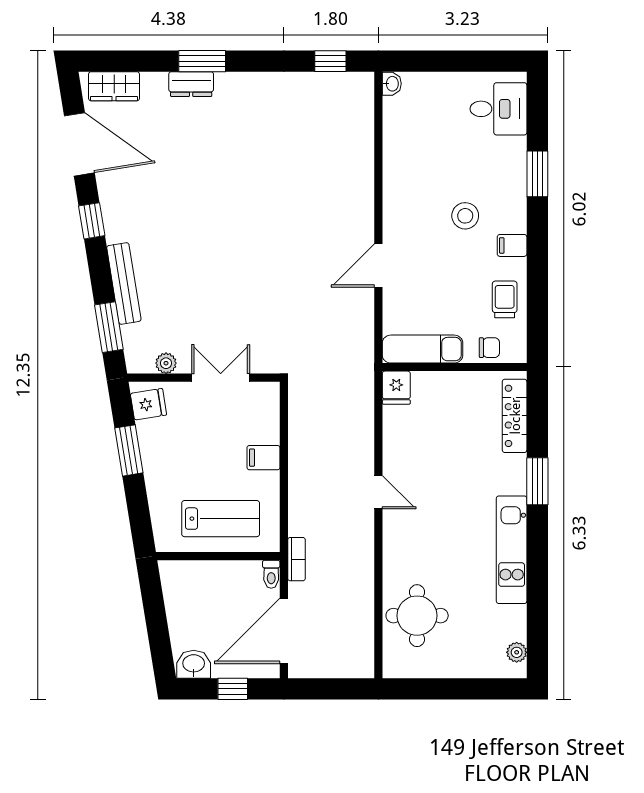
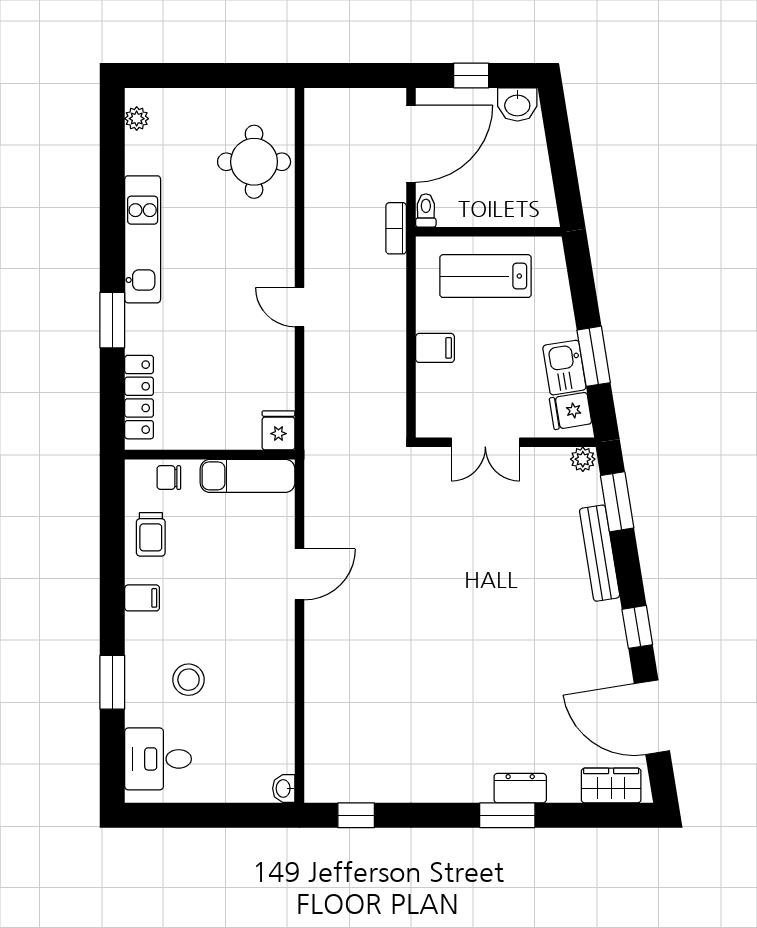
stool: (465, 216) -> (189, 680), moved
plant: (166, 363) -> (583, 459), moved
kitchen sink: (154, 441) -> (564, 368), added

